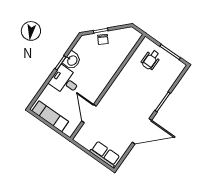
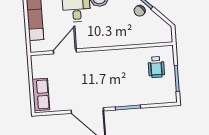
wheelchair: (151, 60) -> (156, 67), turned -90

